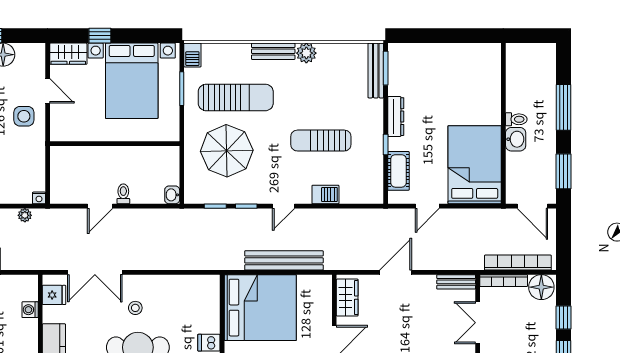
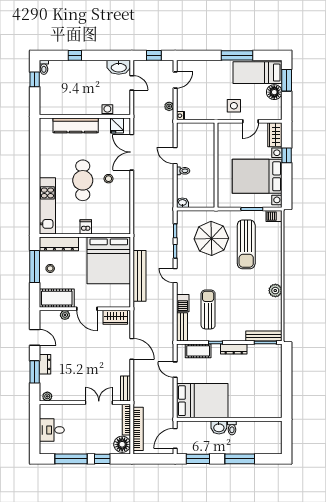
bench: (273, 51) -> (182, 327), moved
sun lounger: (321, 141) -> (208, 309), moved

